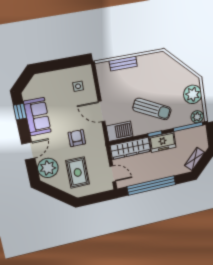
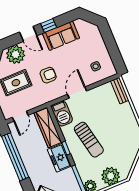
bench: (123, 64) -> (120, 91), moved
sun lounger: (152, 109) -> (89, 140), turned -39
window: (20, 112) -> (49, 26), moved

